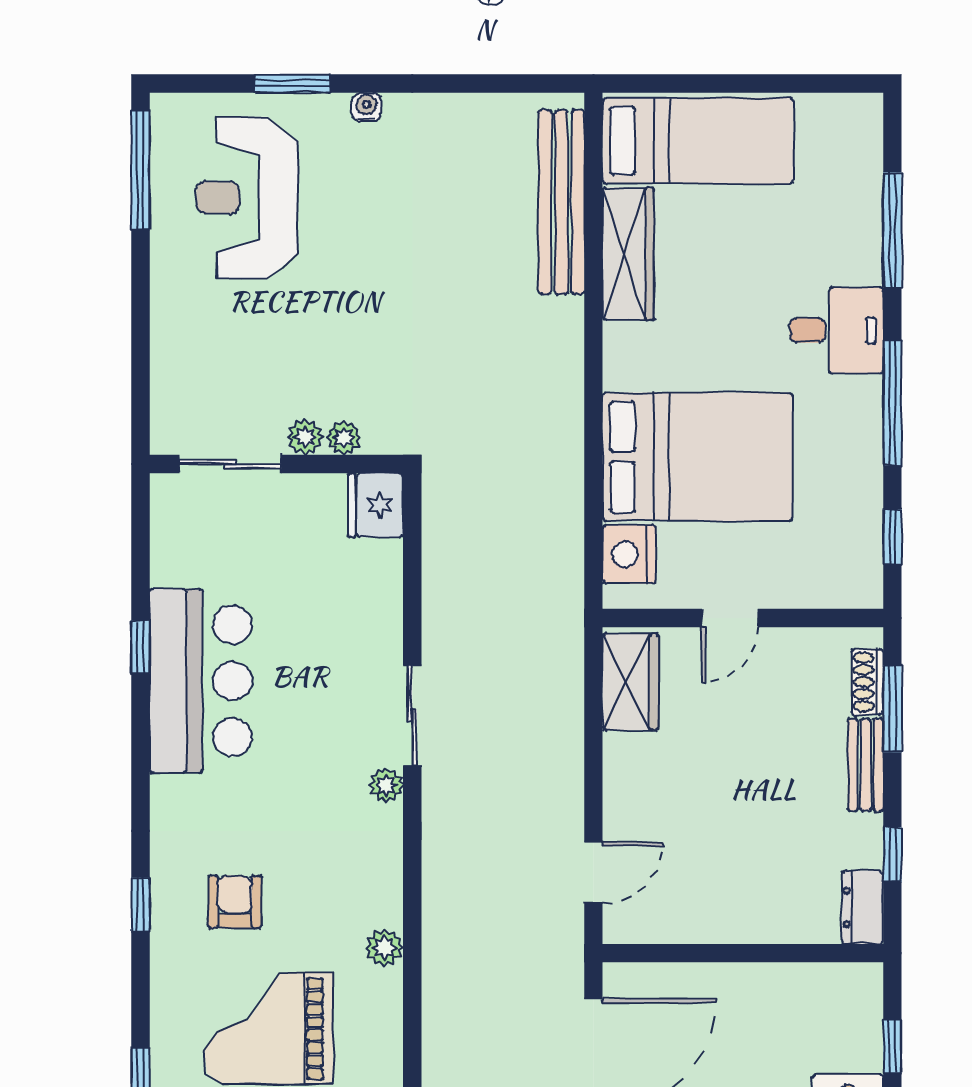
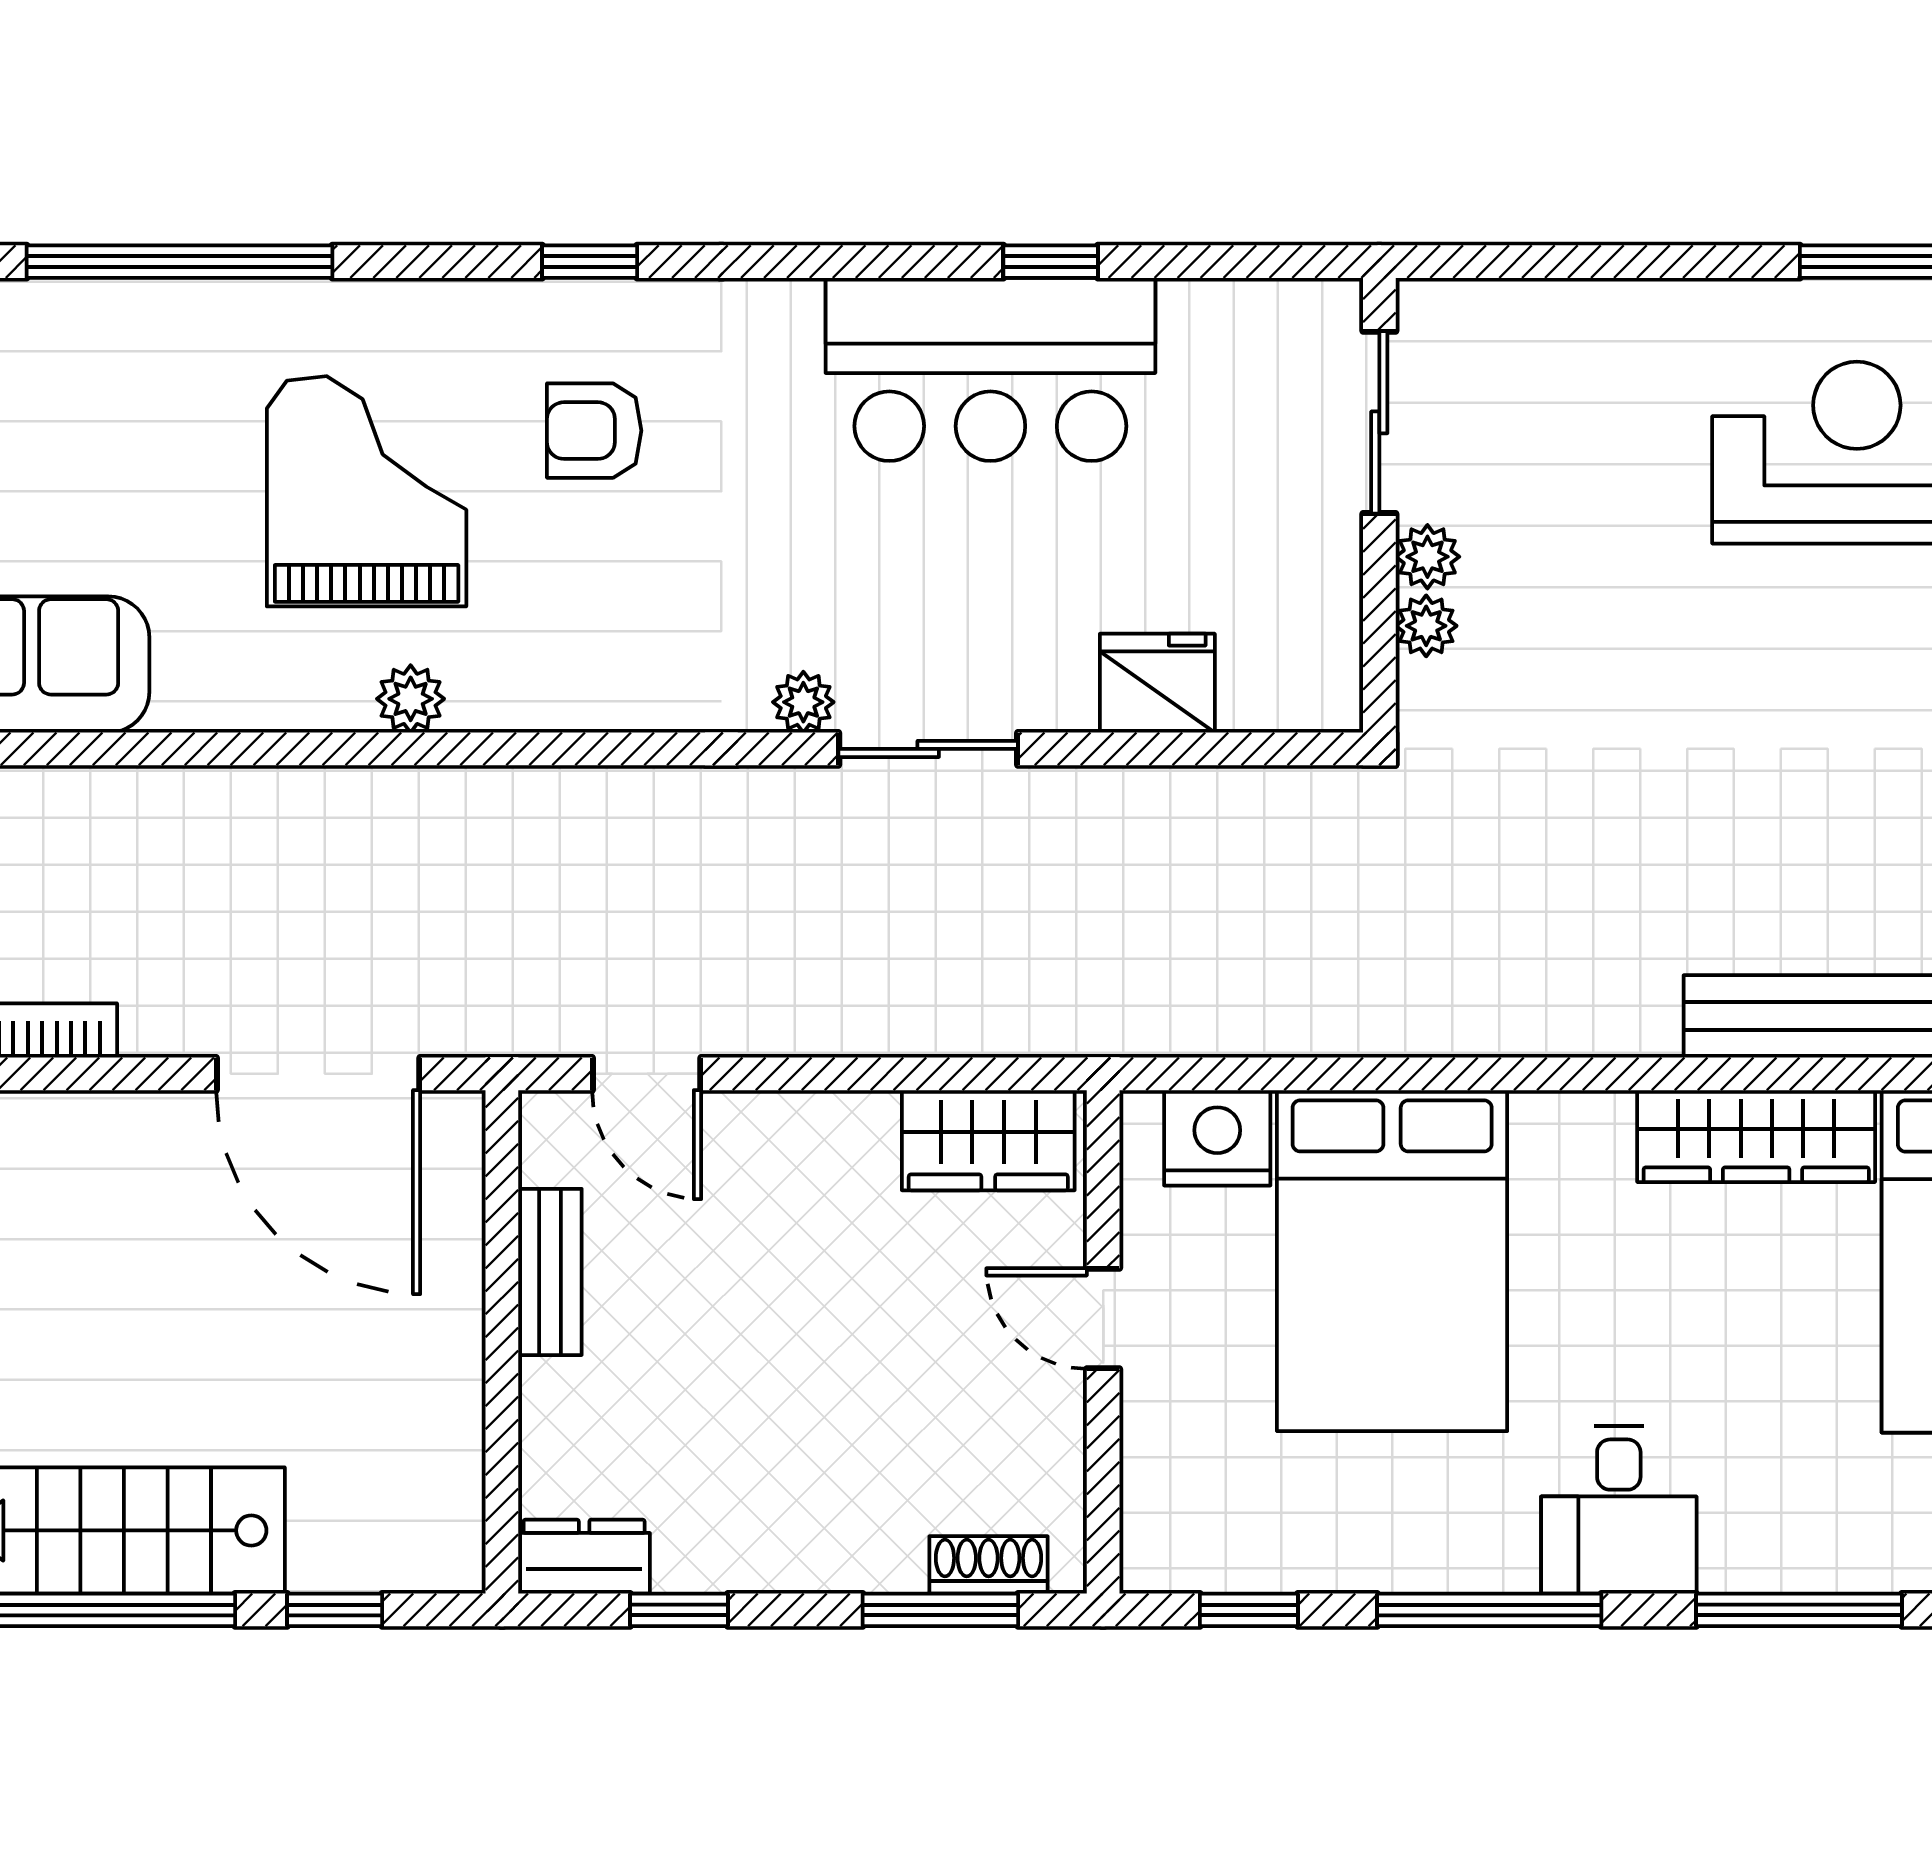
fridge: (376, 505) -> (1157, 683), moved
bench: (866, 765) -> (550, 1272), moved, turned 90
armchair: (235, 902) -> (594, 431), turned 180
plant: (384, 948) -> (411, 699), moved

